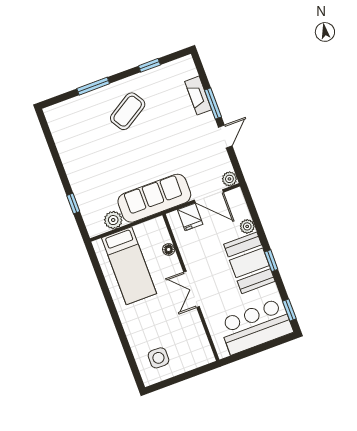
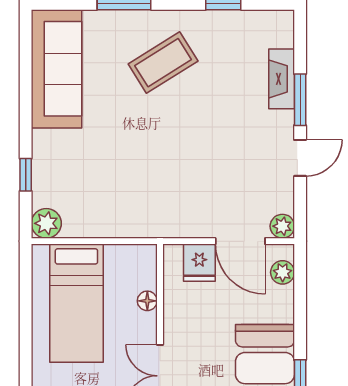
sofa: (154, 198) -> (57, 69), moved, turned 90
plant: (113, 220) -> (46, 223), moved
plant: (247, 226) -> (283, 272), moved

